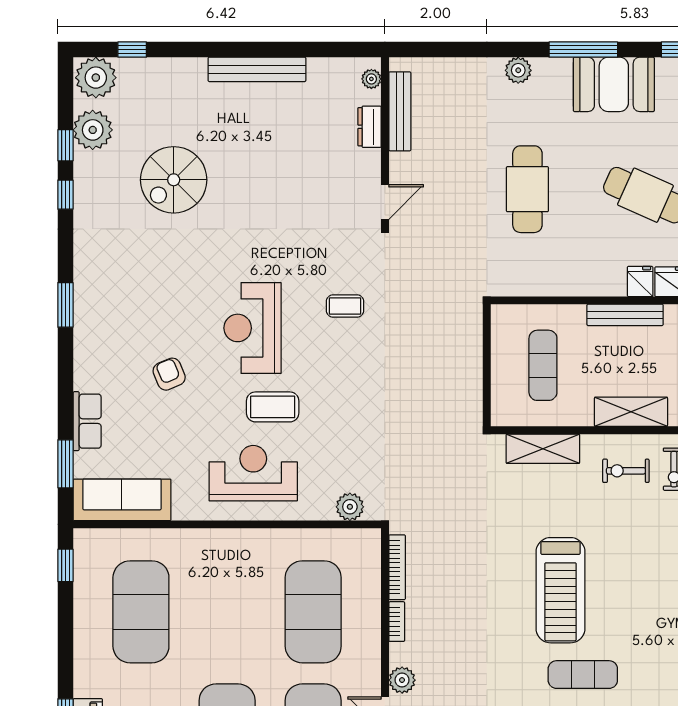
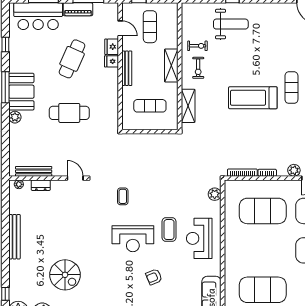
booth: (614, 84) -> (21, 92), moved
treadmill: (560, 590) -> (253, 98), turned 180

